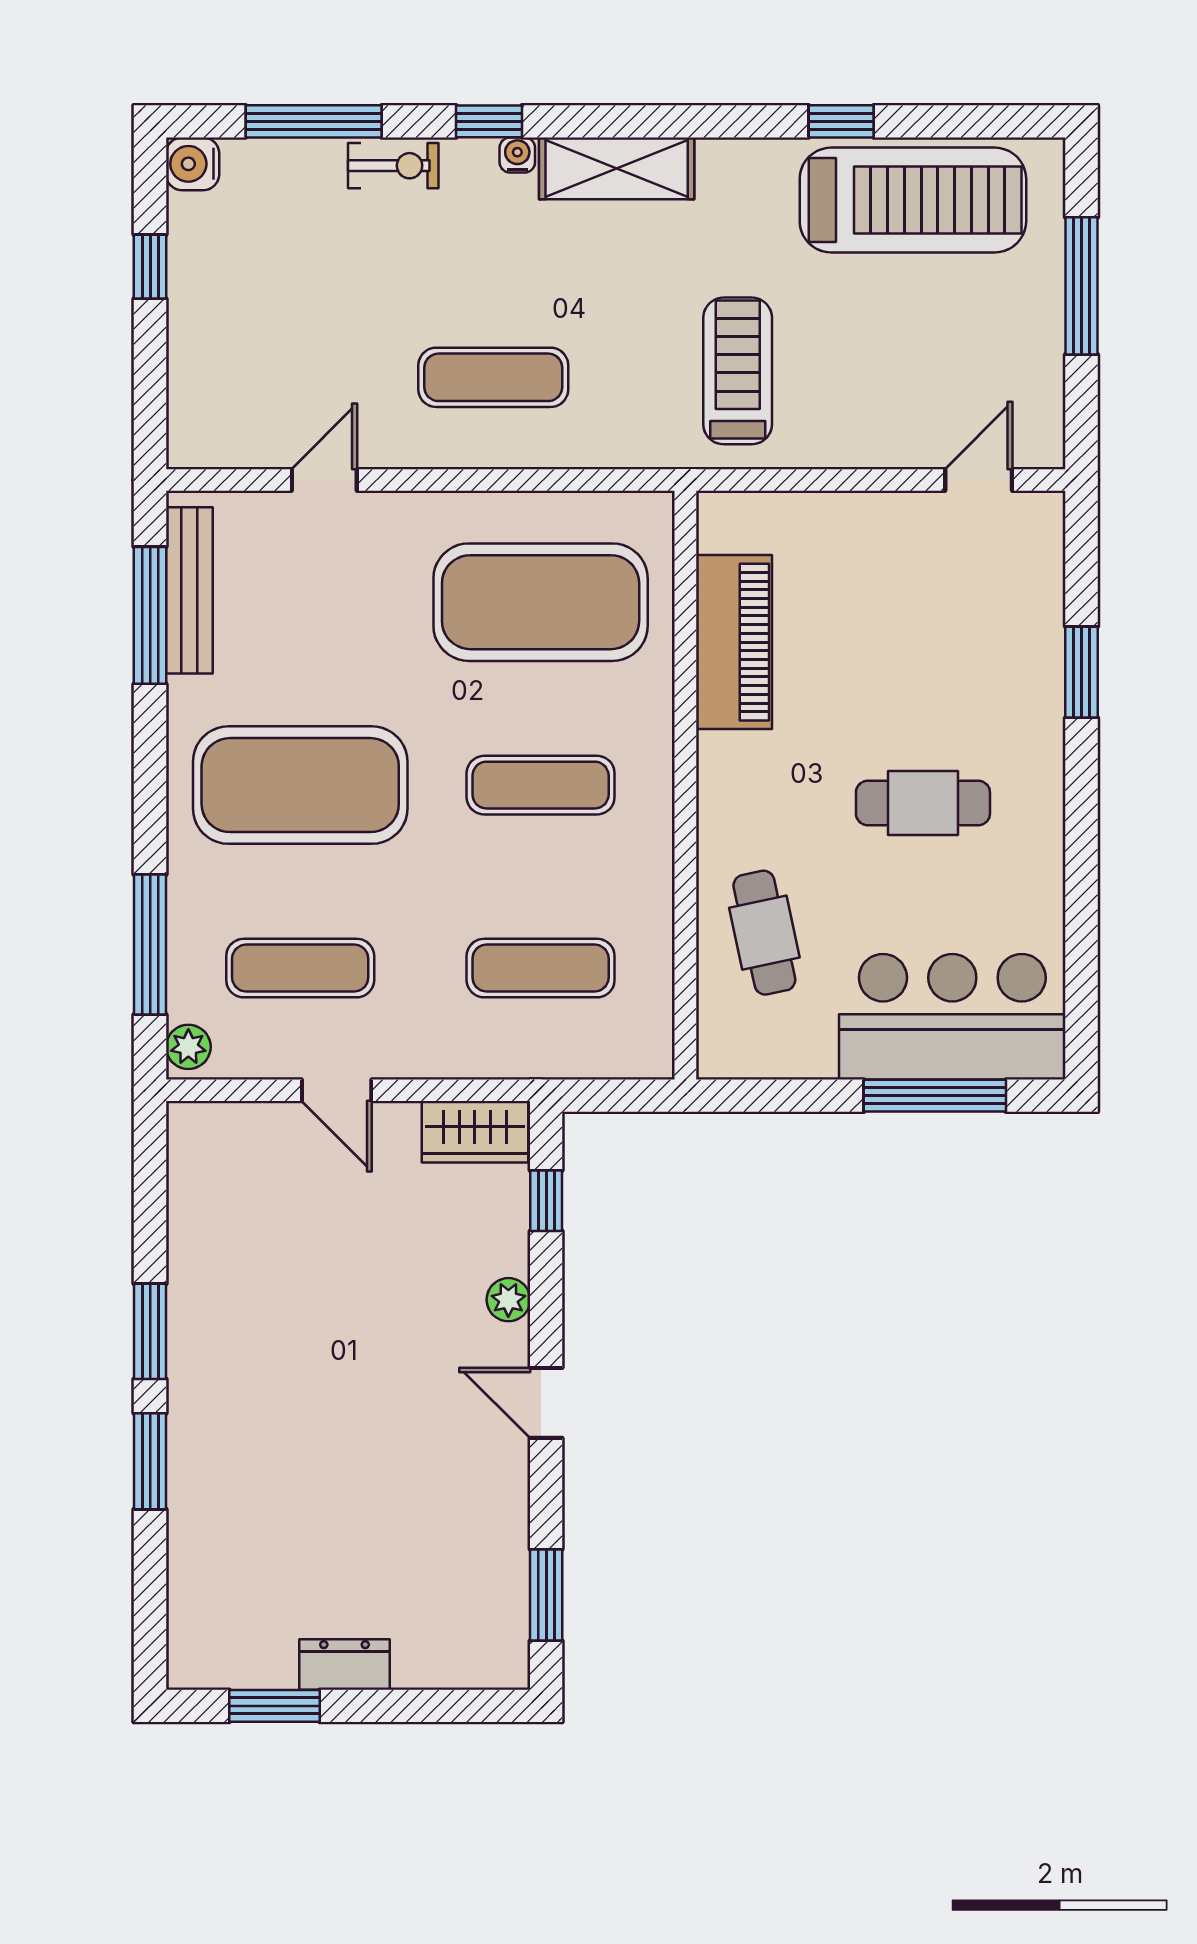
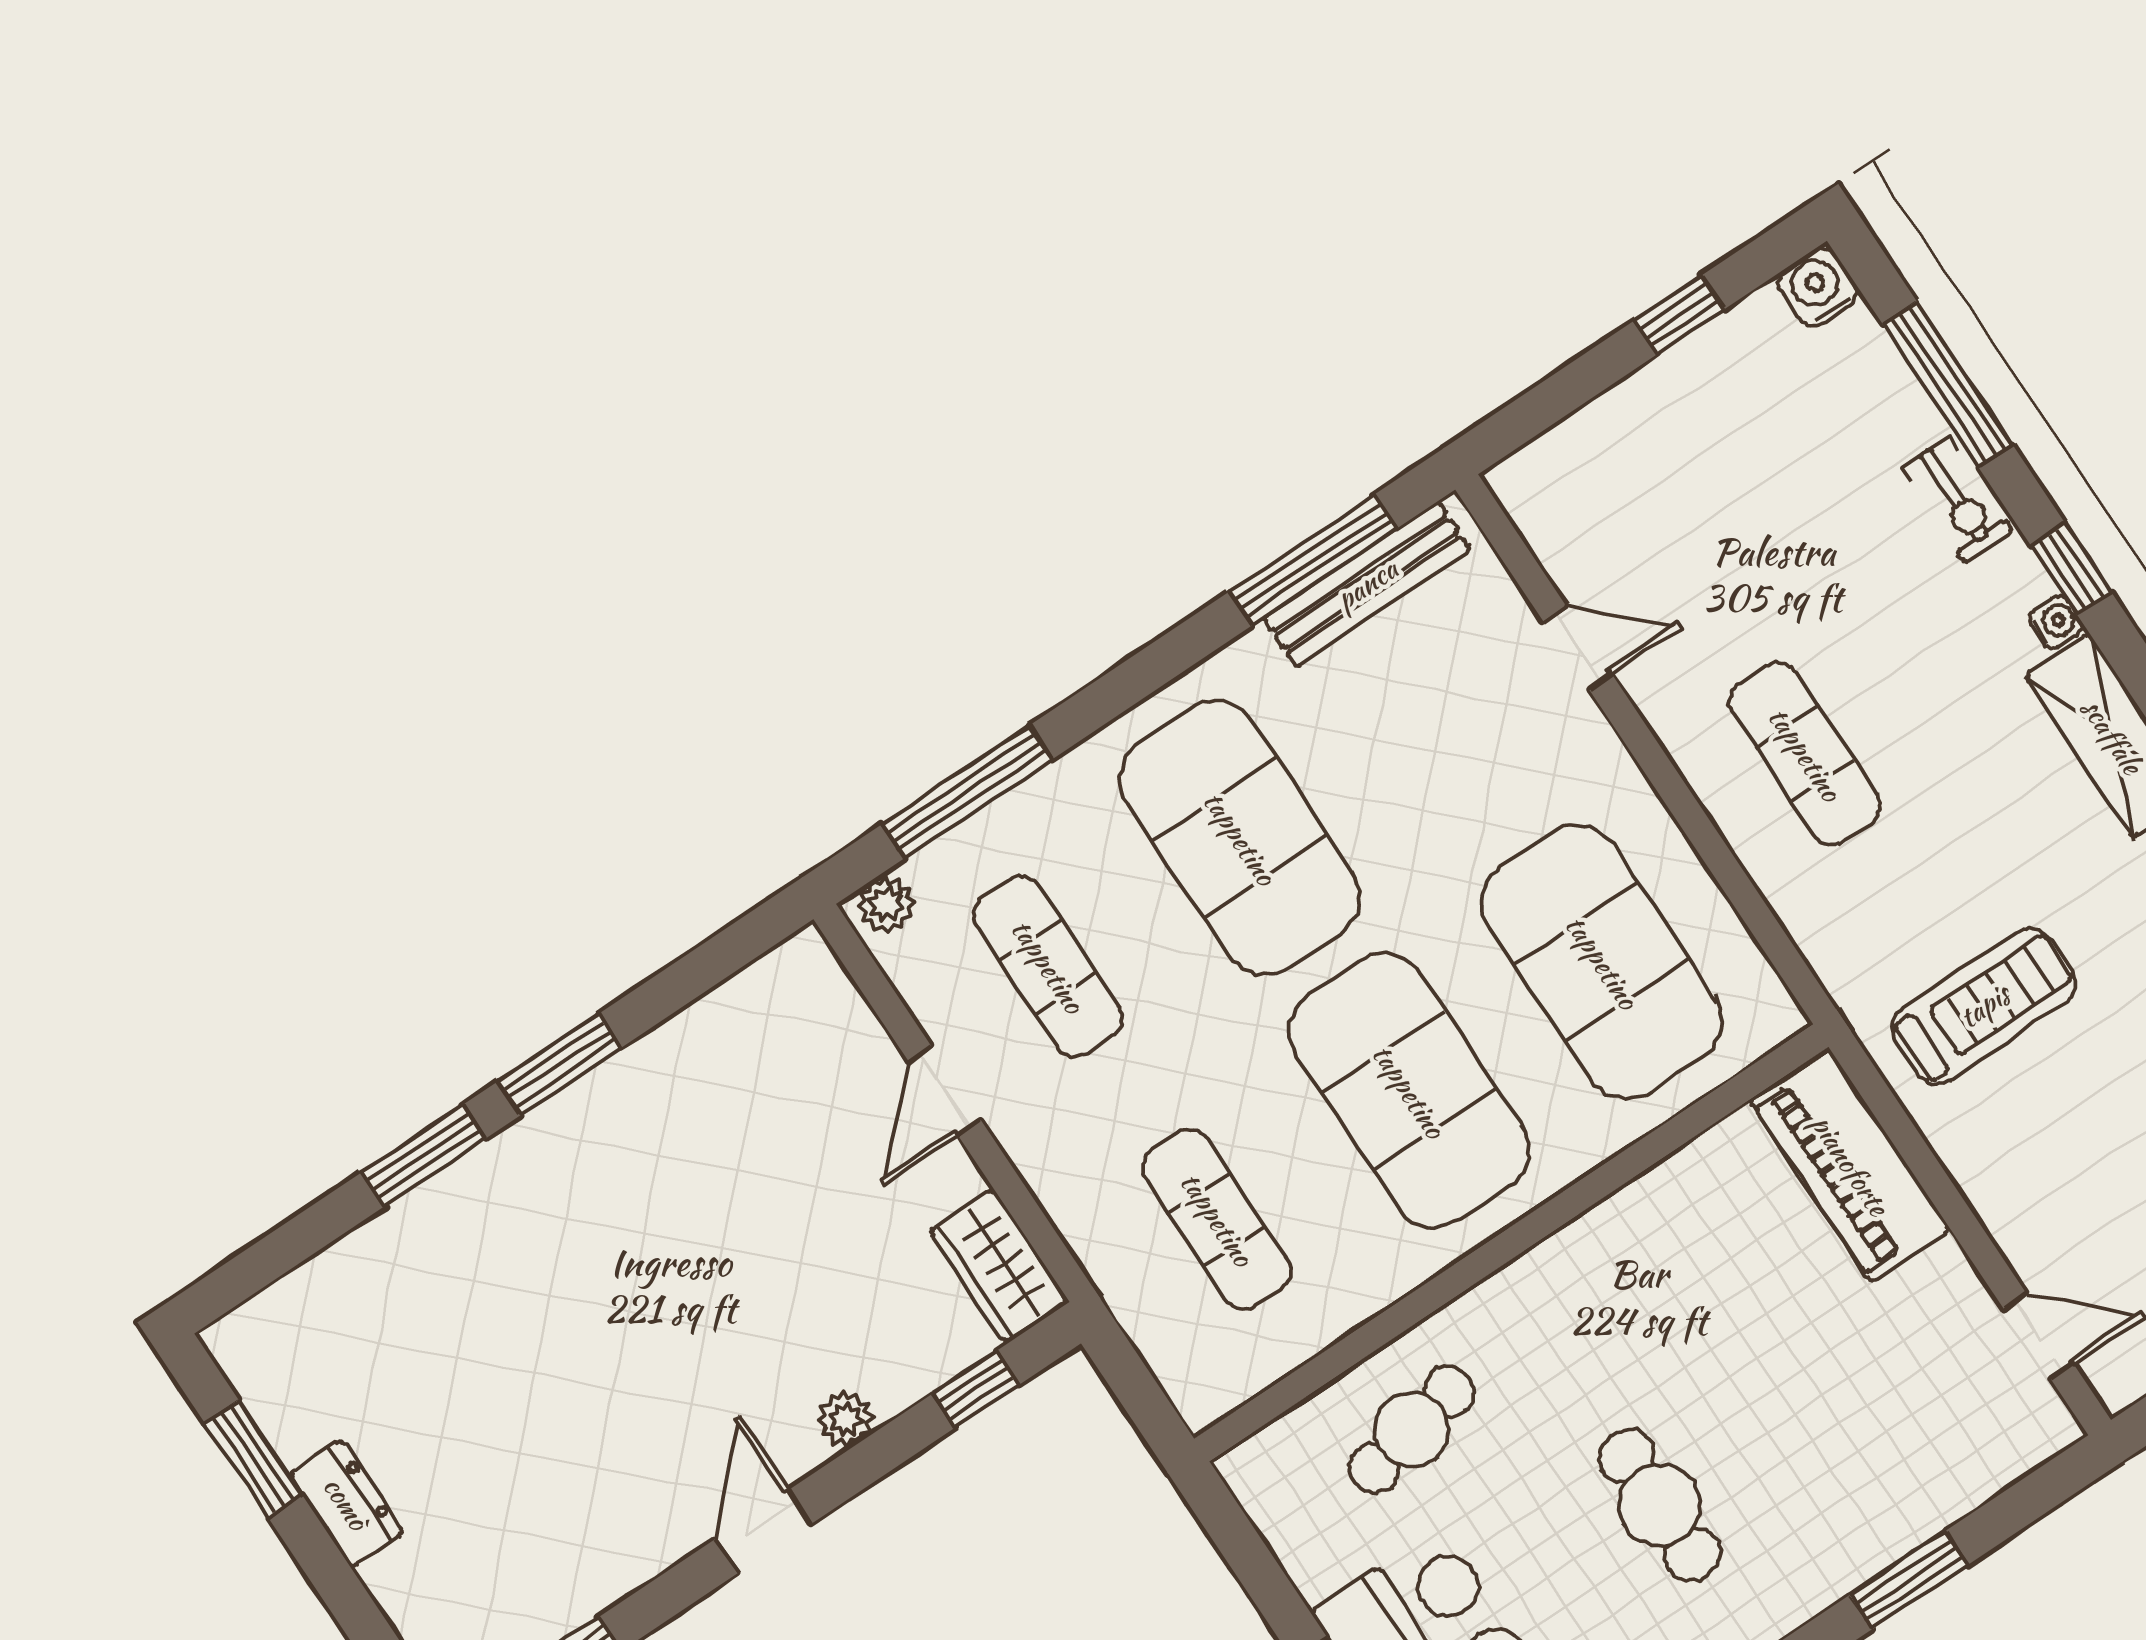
piano: (734, 642) -> (1850, 1165), moved, turned 90
exercise mat: (541, 785) -> (1409, 1091), width x2.00, depth x1.45

